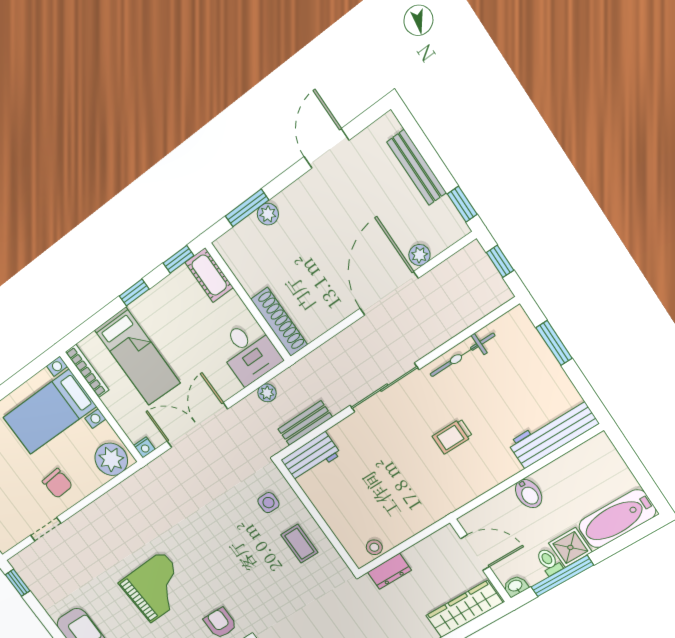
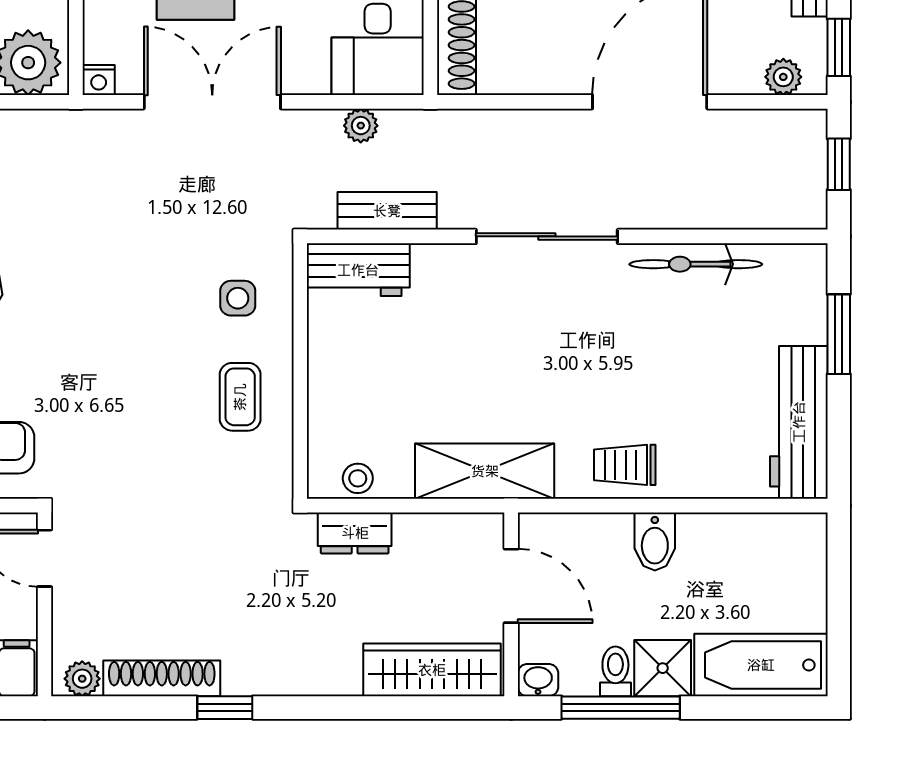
plant: (419, 255) -> (783, 77), moved
workbench: (553, 433) -> (799, 422), moved, turned -90
trolley: (452, 436) -> (625, 465), moved
shelving: (428, 510) -> (485, 471), added

